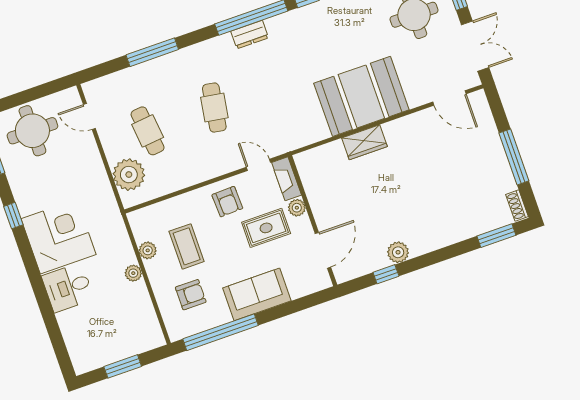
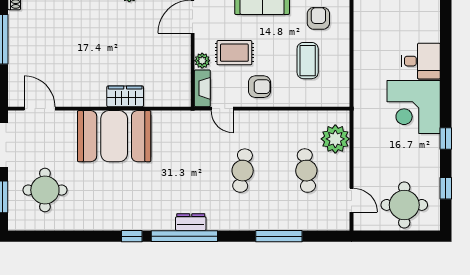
armchair: (227, 202) -> (260, 87), turned 92
plant: (148, 250) -> (342, 69), removed
plant: (133, 273) -> (361, 54), removed
armchair: (191, 295) -> (318, 18), turned 90

